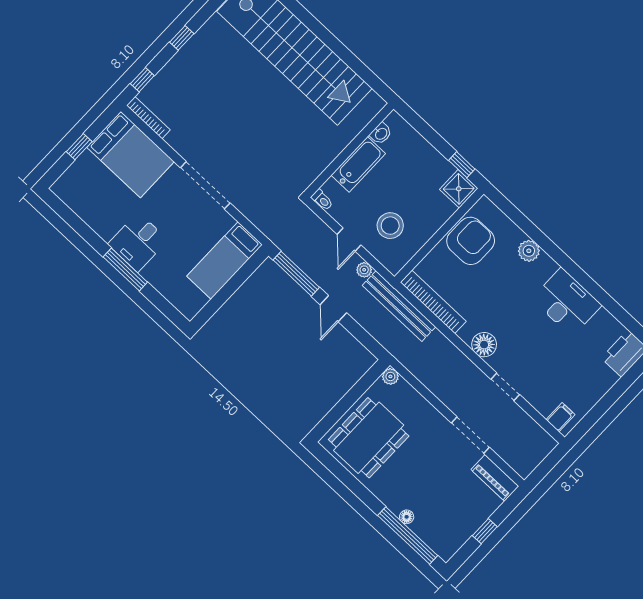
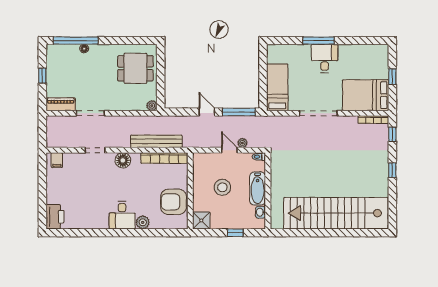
window: (462, 165) -> (235, 233), moved
stool: (390, 226) -> (222, 187), moved
armchair: (471, 241) -> (174, 202), turned 90
plant: (364, 270) -> (242, 143), moved
desk: (567, 302) -> (122, 215), moved, width x0.73
bench: (399, 306) -> (156, 141), moved
dining table: (369, 438) -> (135, 68), width x0.73

